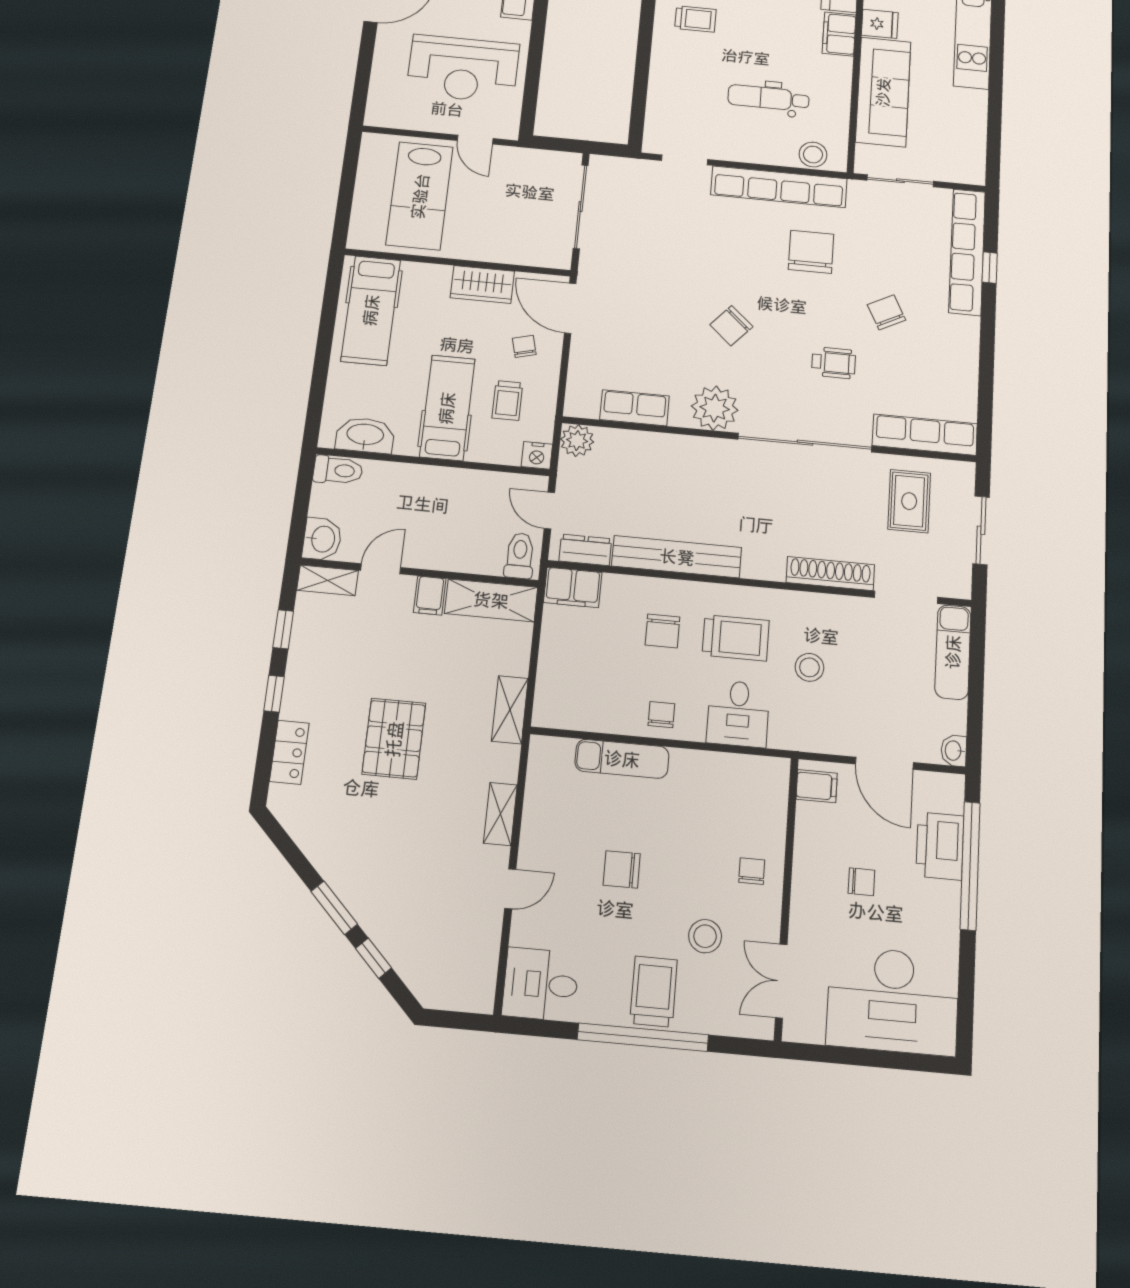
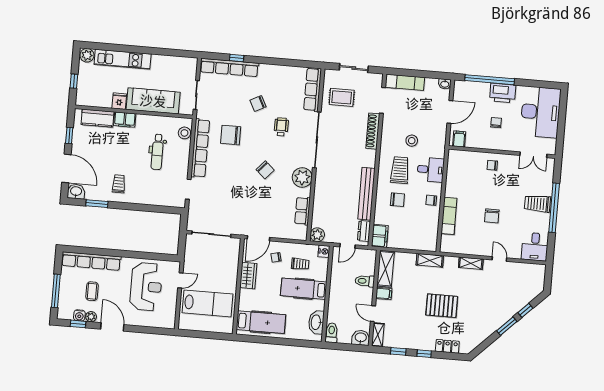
toilet: (520, 556) -> (365, 281), moved
printer: (940, 846) -> (503, 93), moved
stool: (705, 936) -> (517, 184), removed

